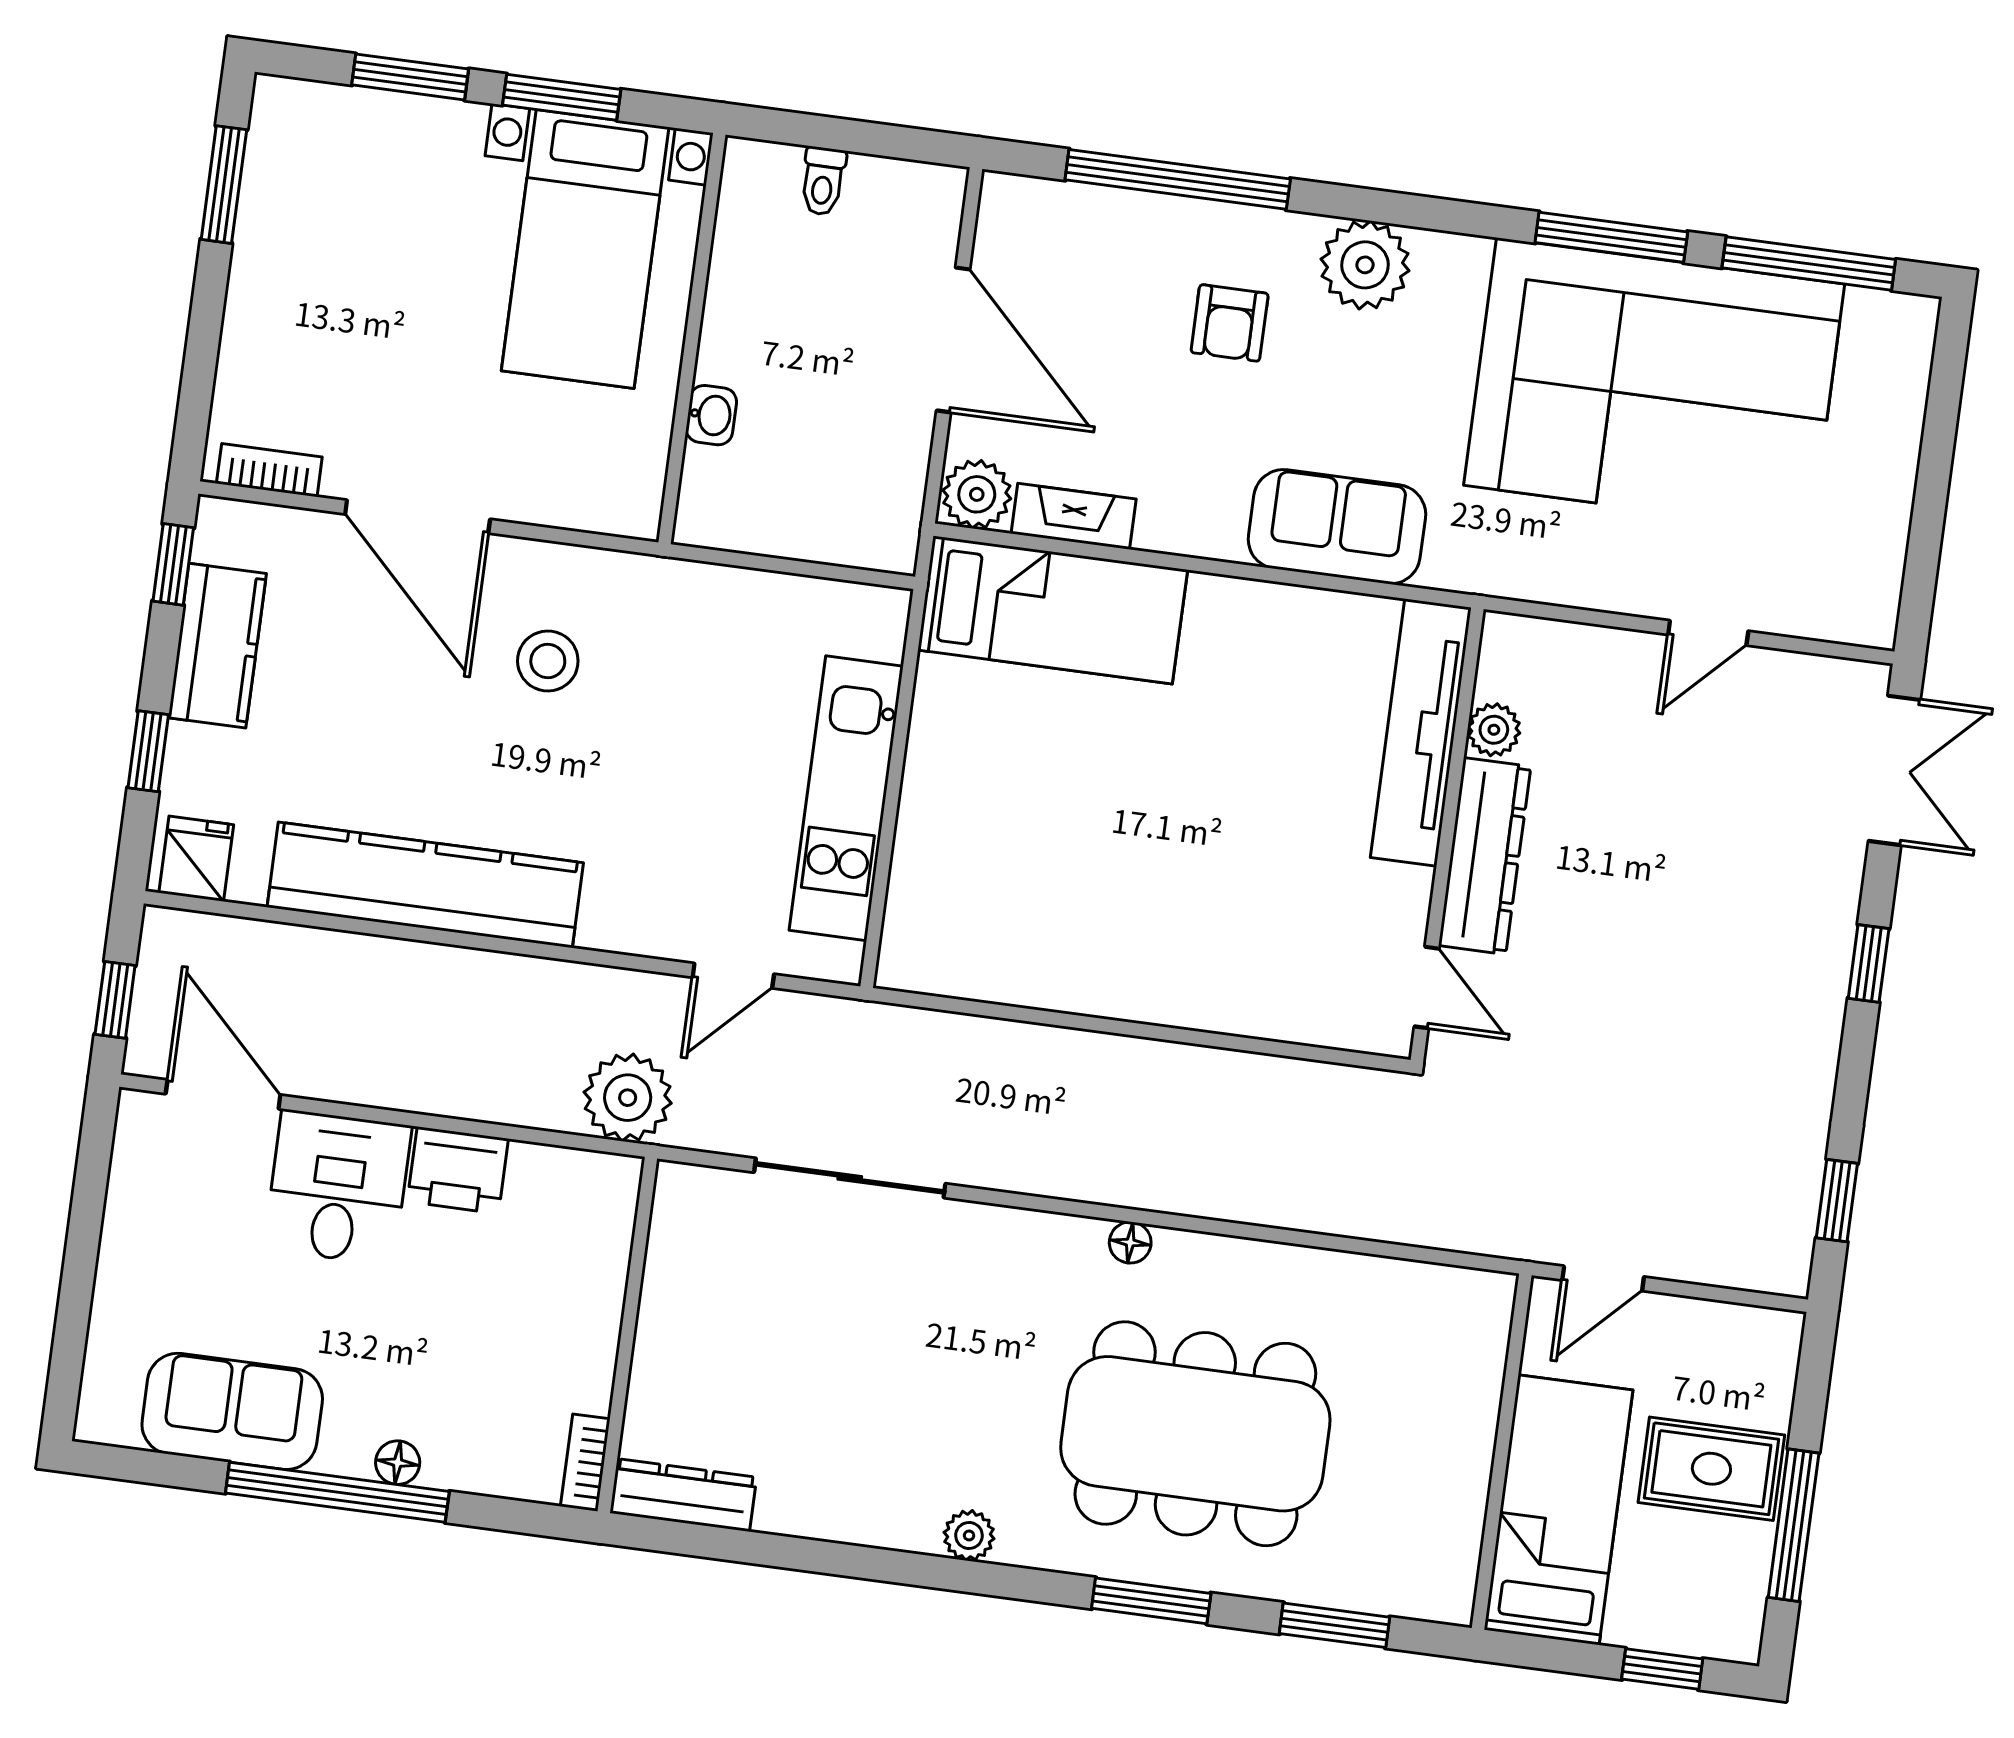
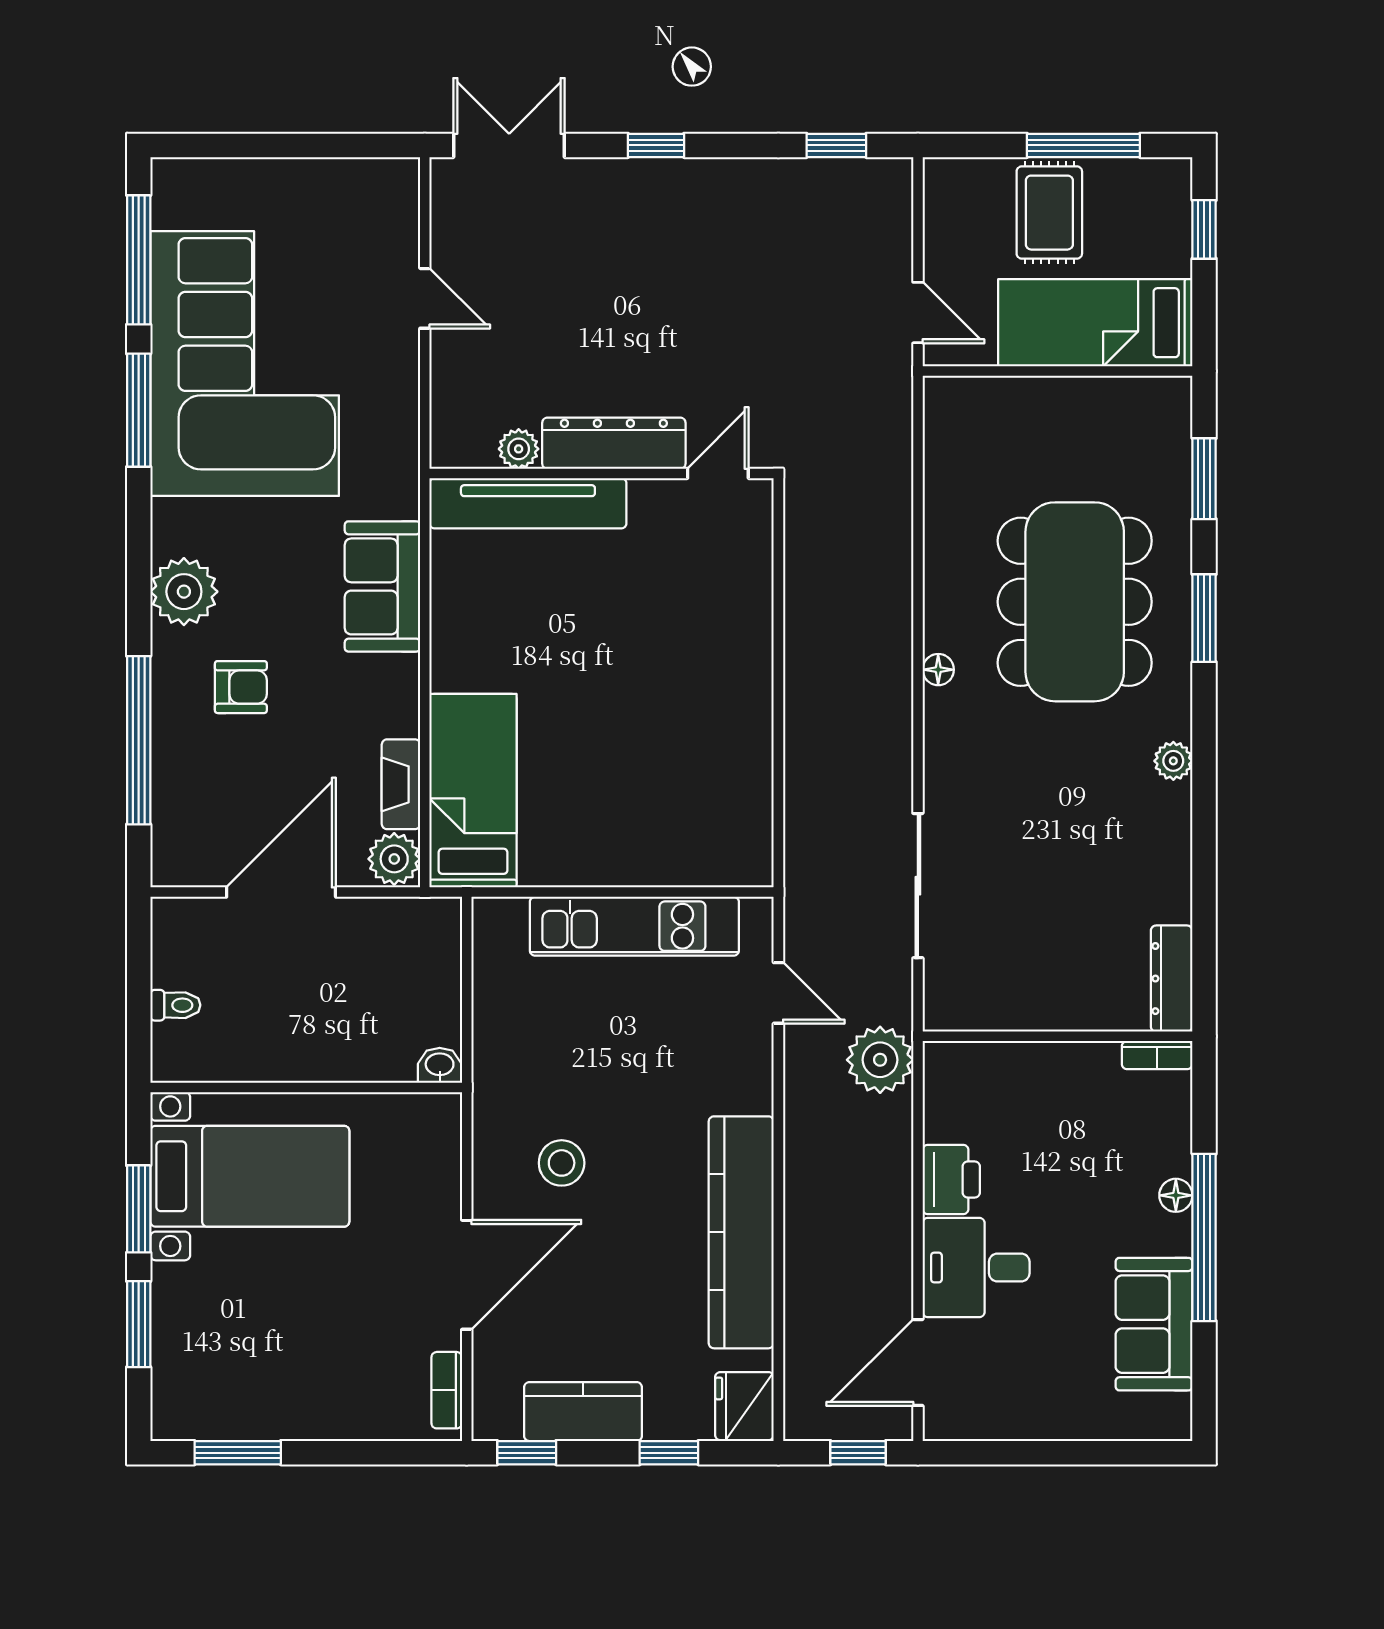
washbasin: (711, 415) -> (440, 1065), moved
fridge: (196, 859) -> (744, 1406), width x1.38

